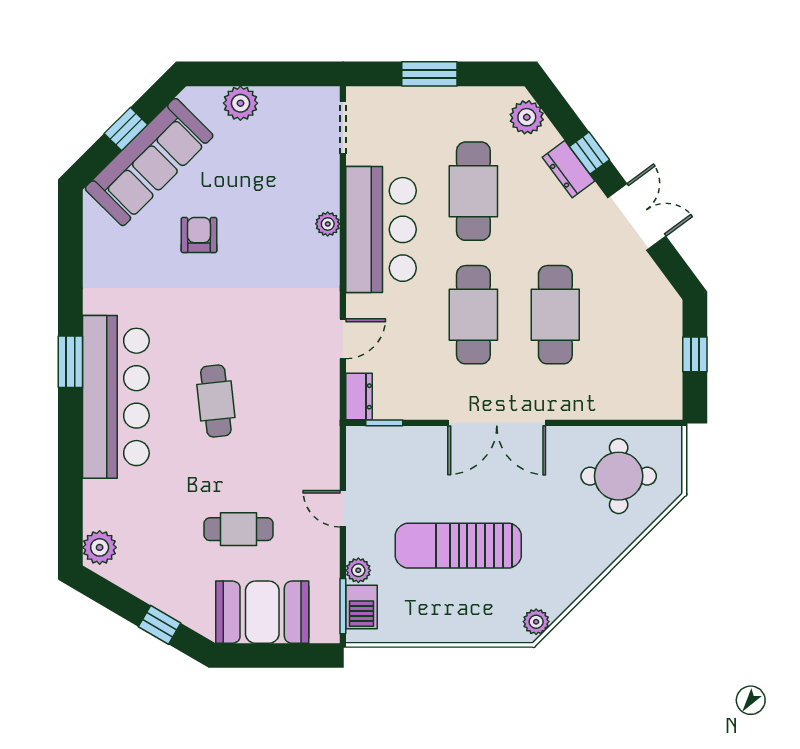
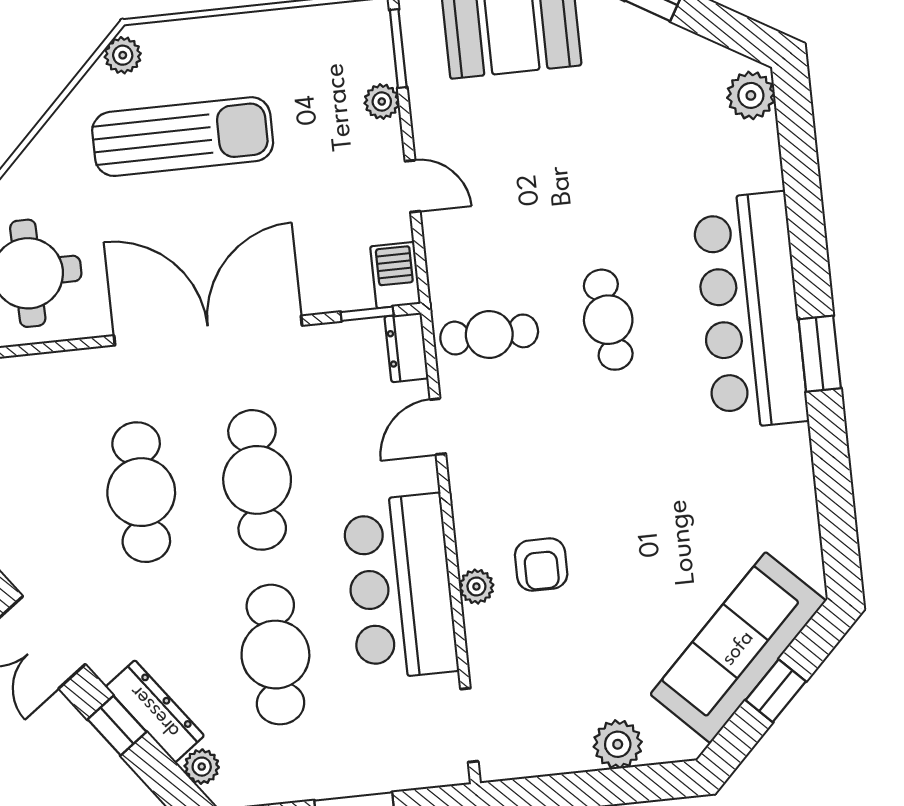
plant: (527, 117) -> (202, 767), width x0.73, depth x0.73
dresser: (568, 169) -> (155, 711), width x1.44
armchair: (199, 235) -> (541, 565), moved
double door: (497, 423) -> (208, 331), width x1.36
cafe table: (239, 529) -> (489, 334), moved
sun lounger: (458, 546) -> (183, 137), moved
barbecue: (362, 607) -> (395, 275), moved

